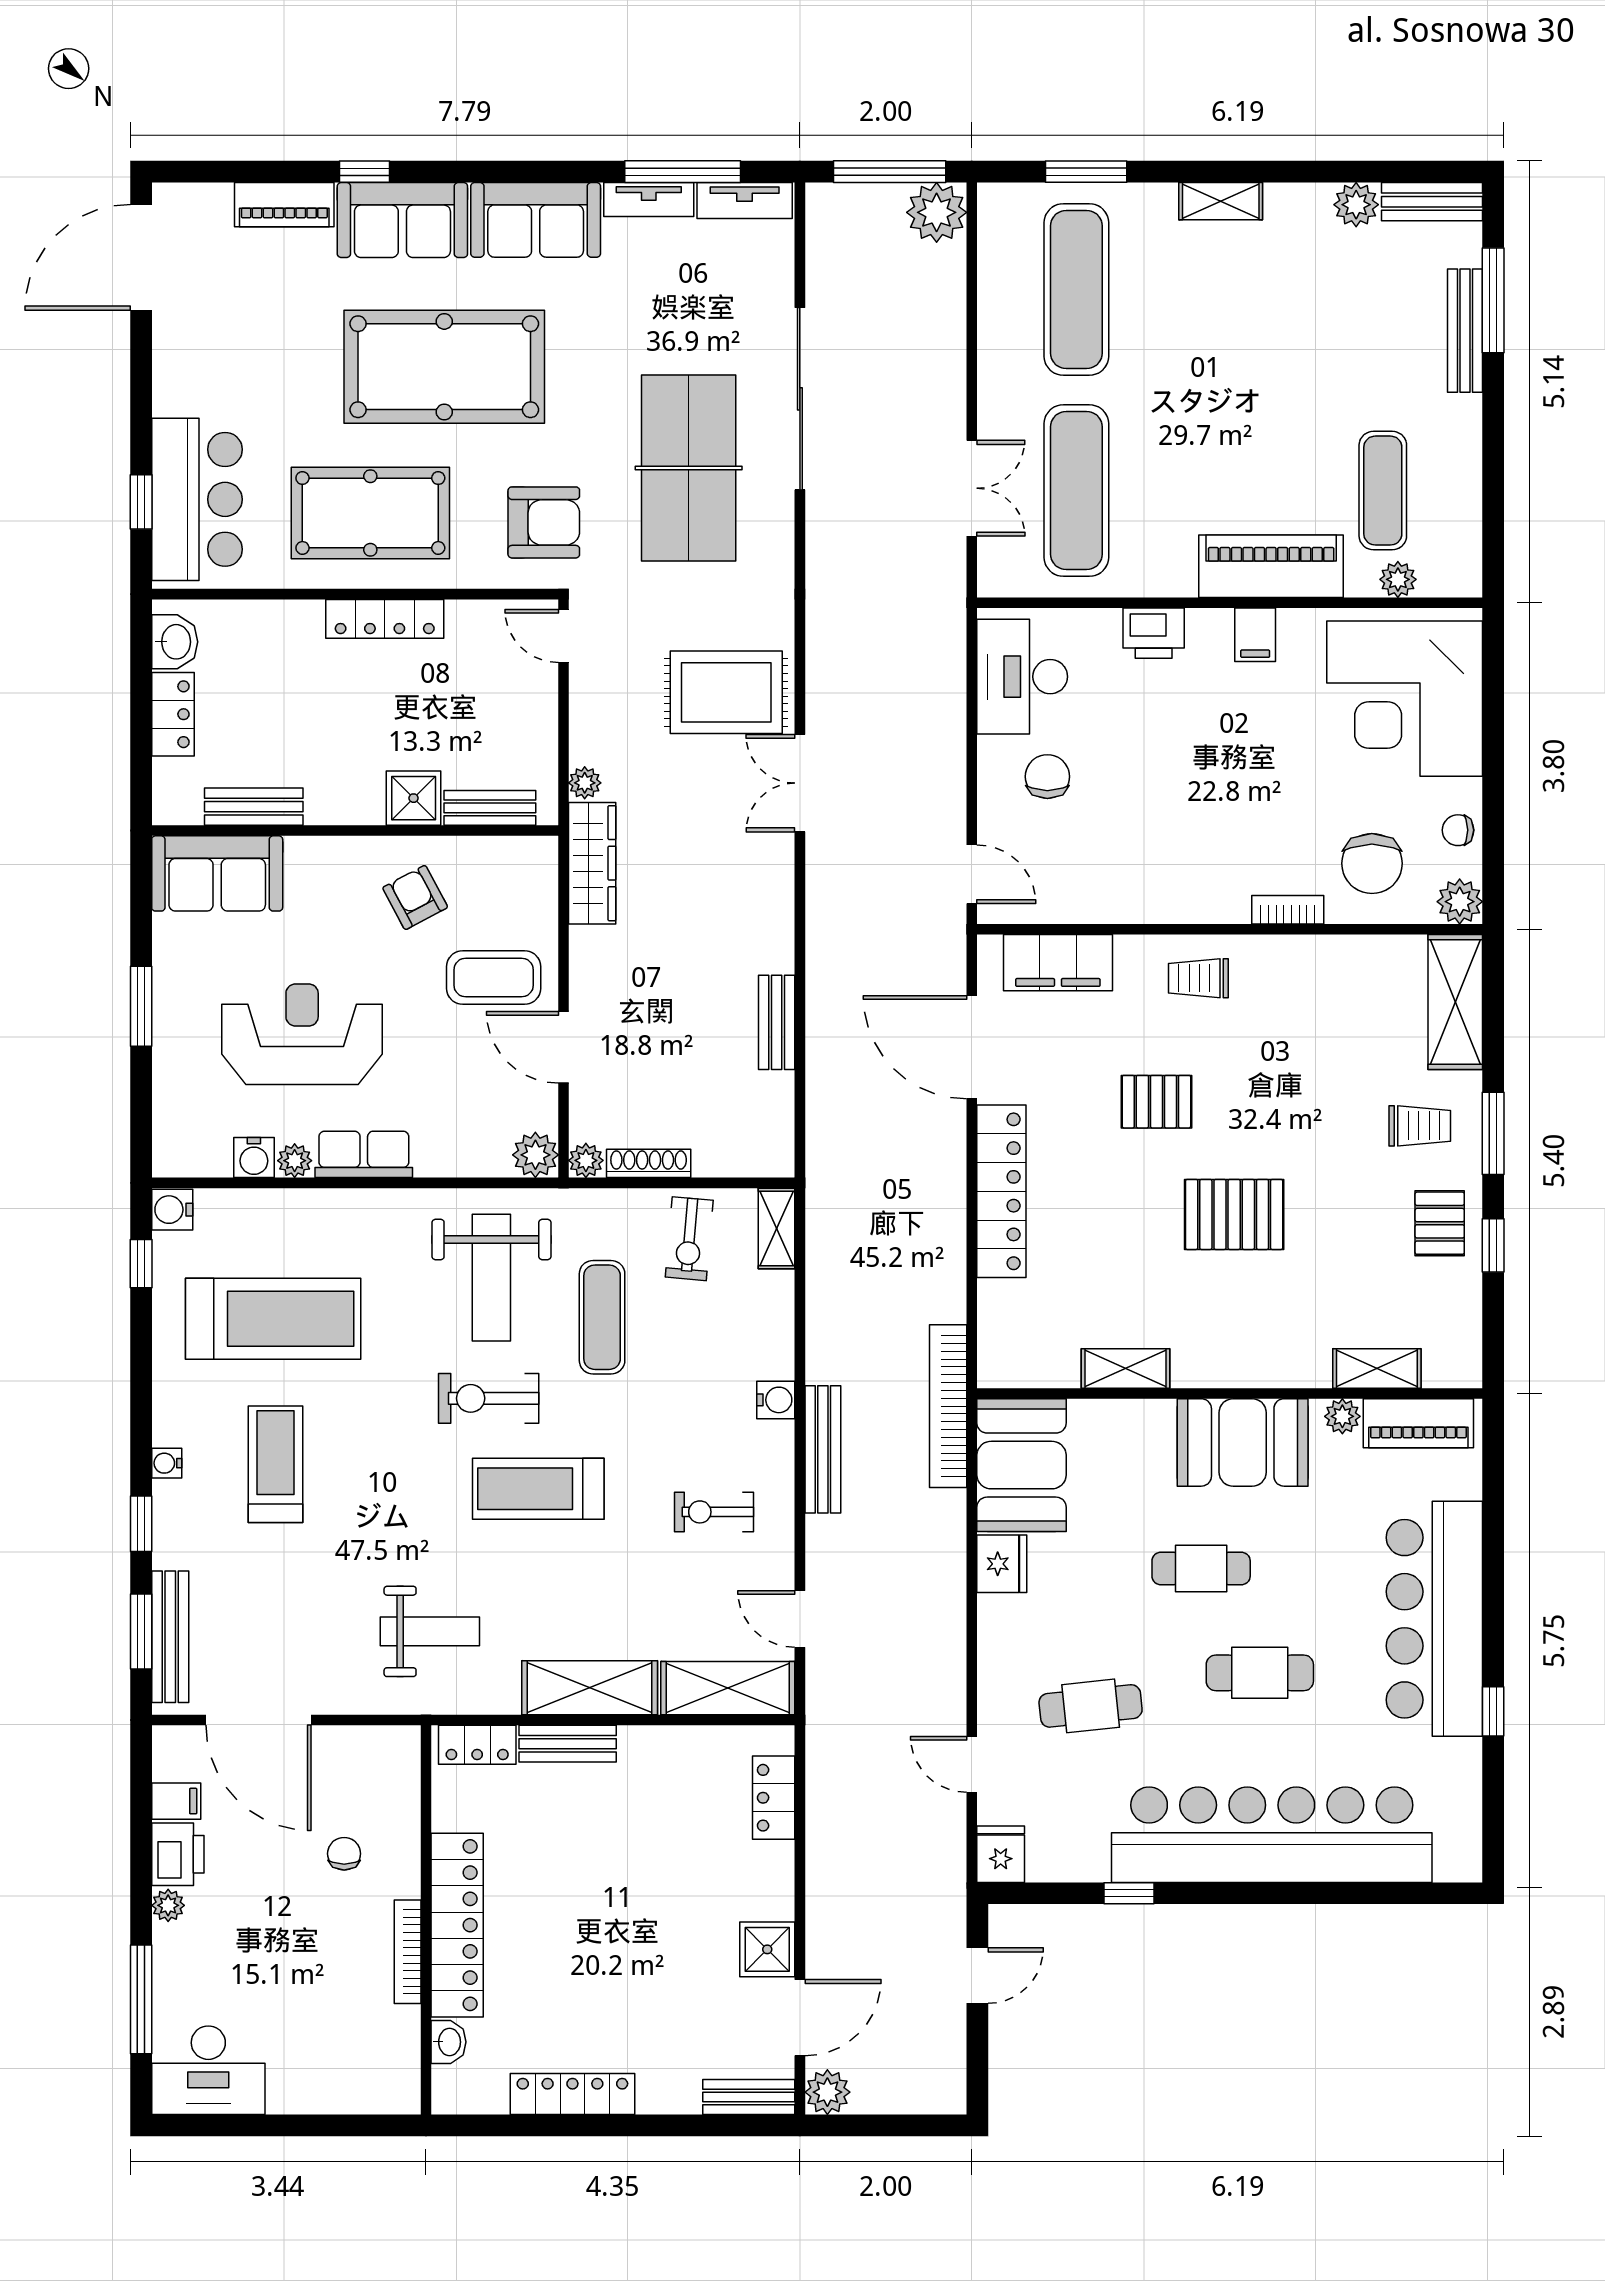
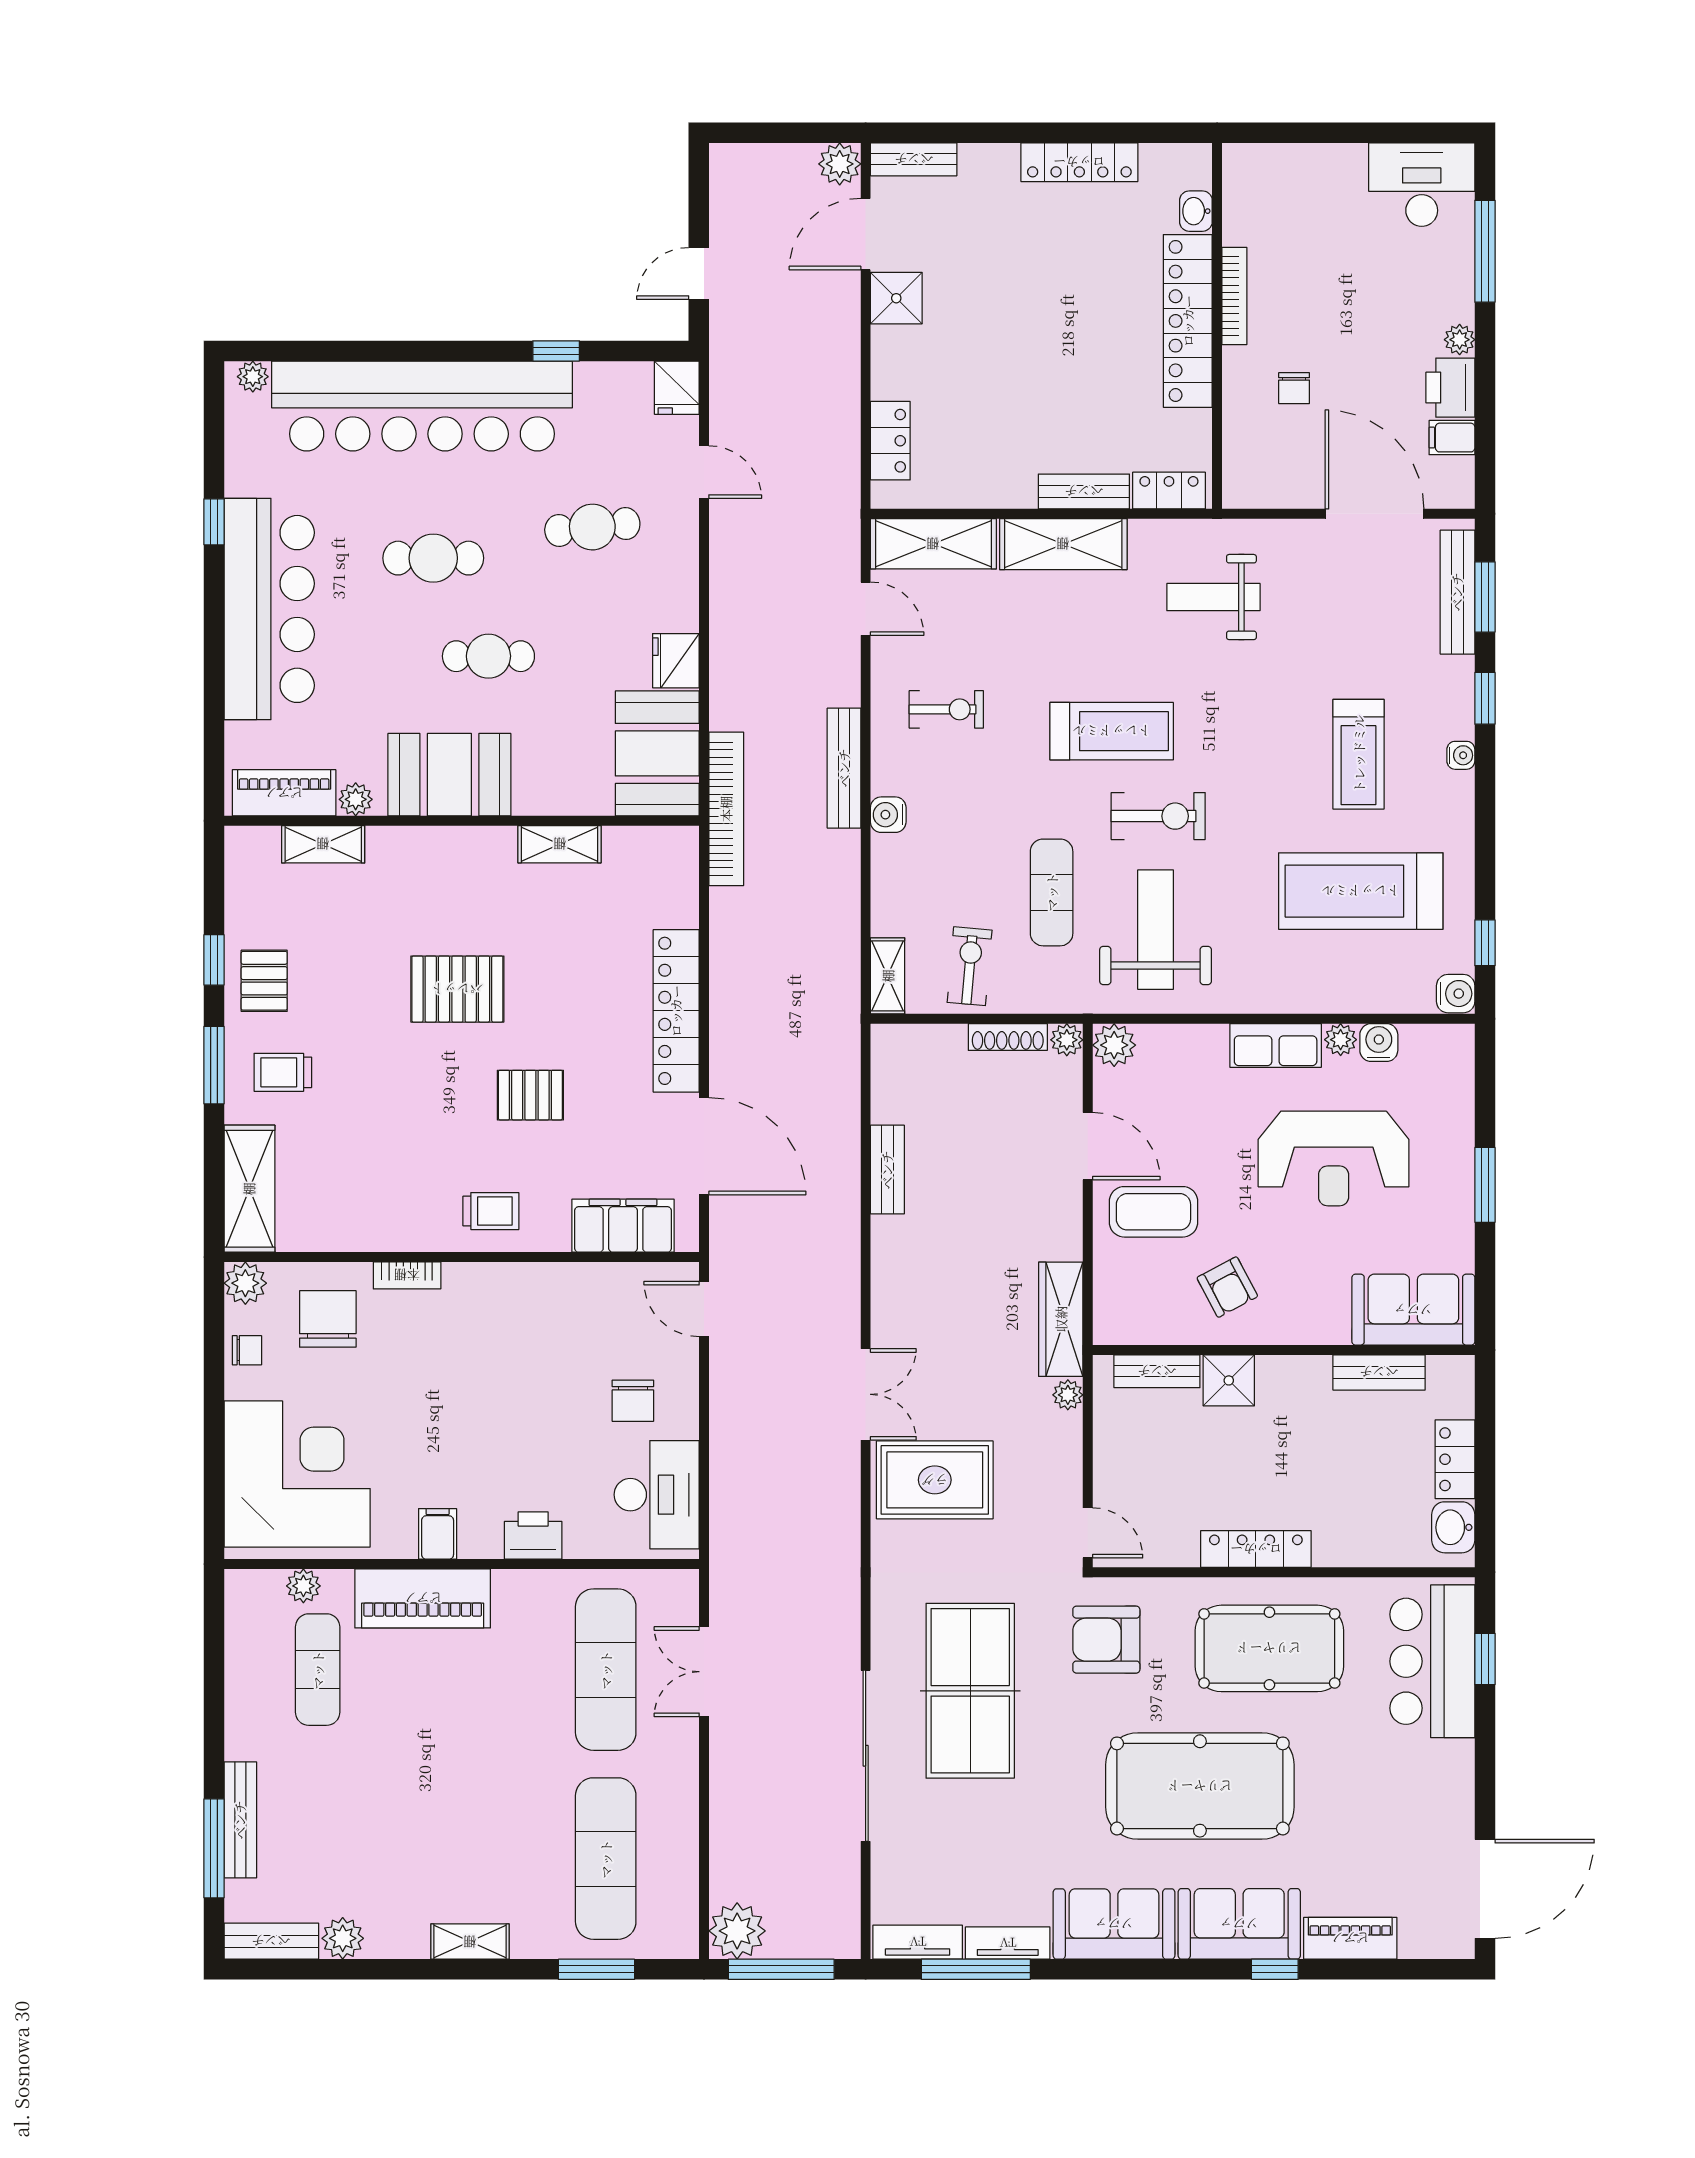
plant: (1452, 1866) -> (253, 377), added

